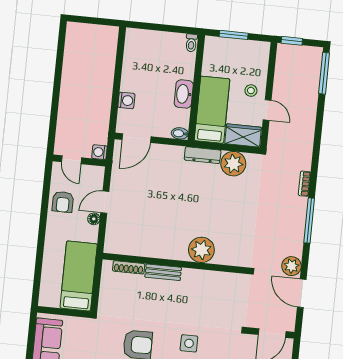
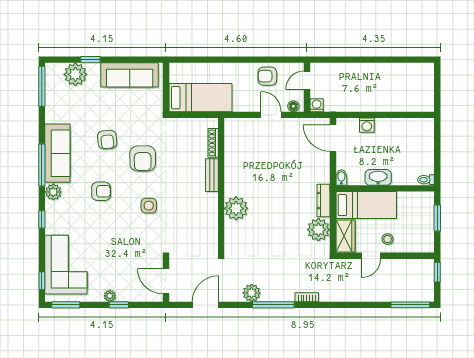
floor lamp: (94, 219) -> (293, 106), moved
plant: (292, 266) -> (252, 293), moved

